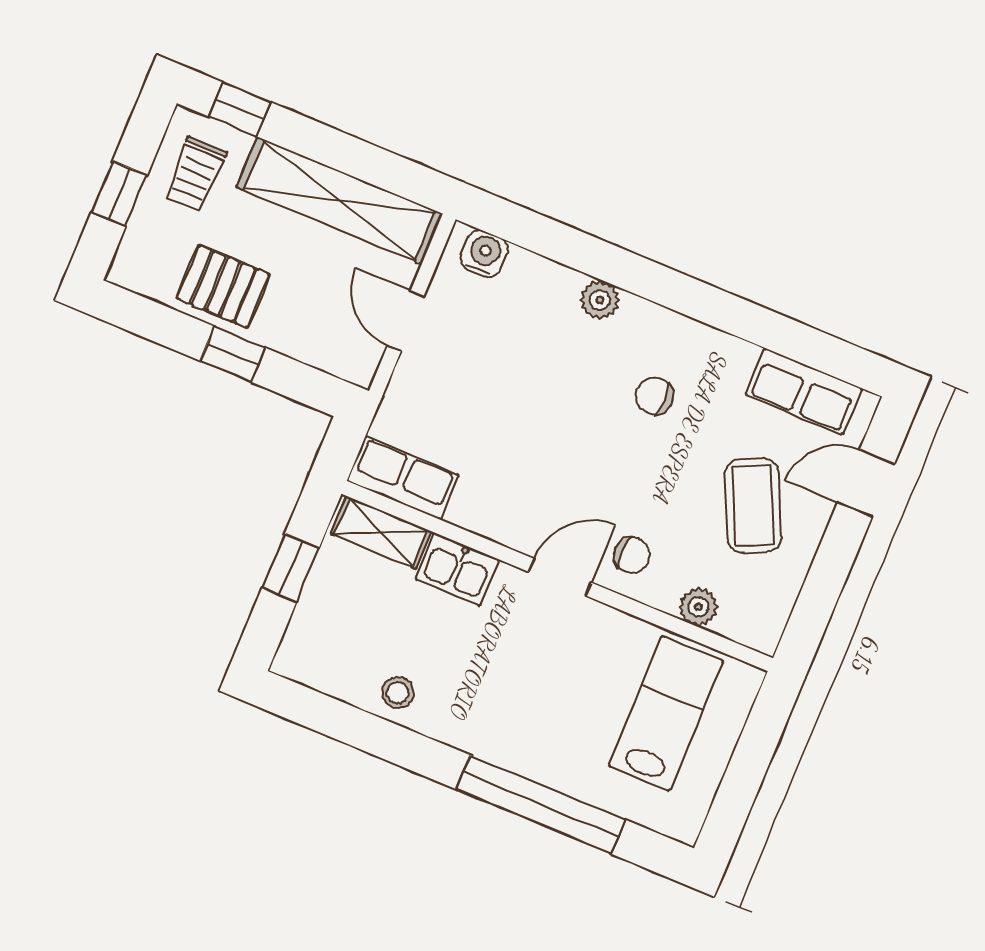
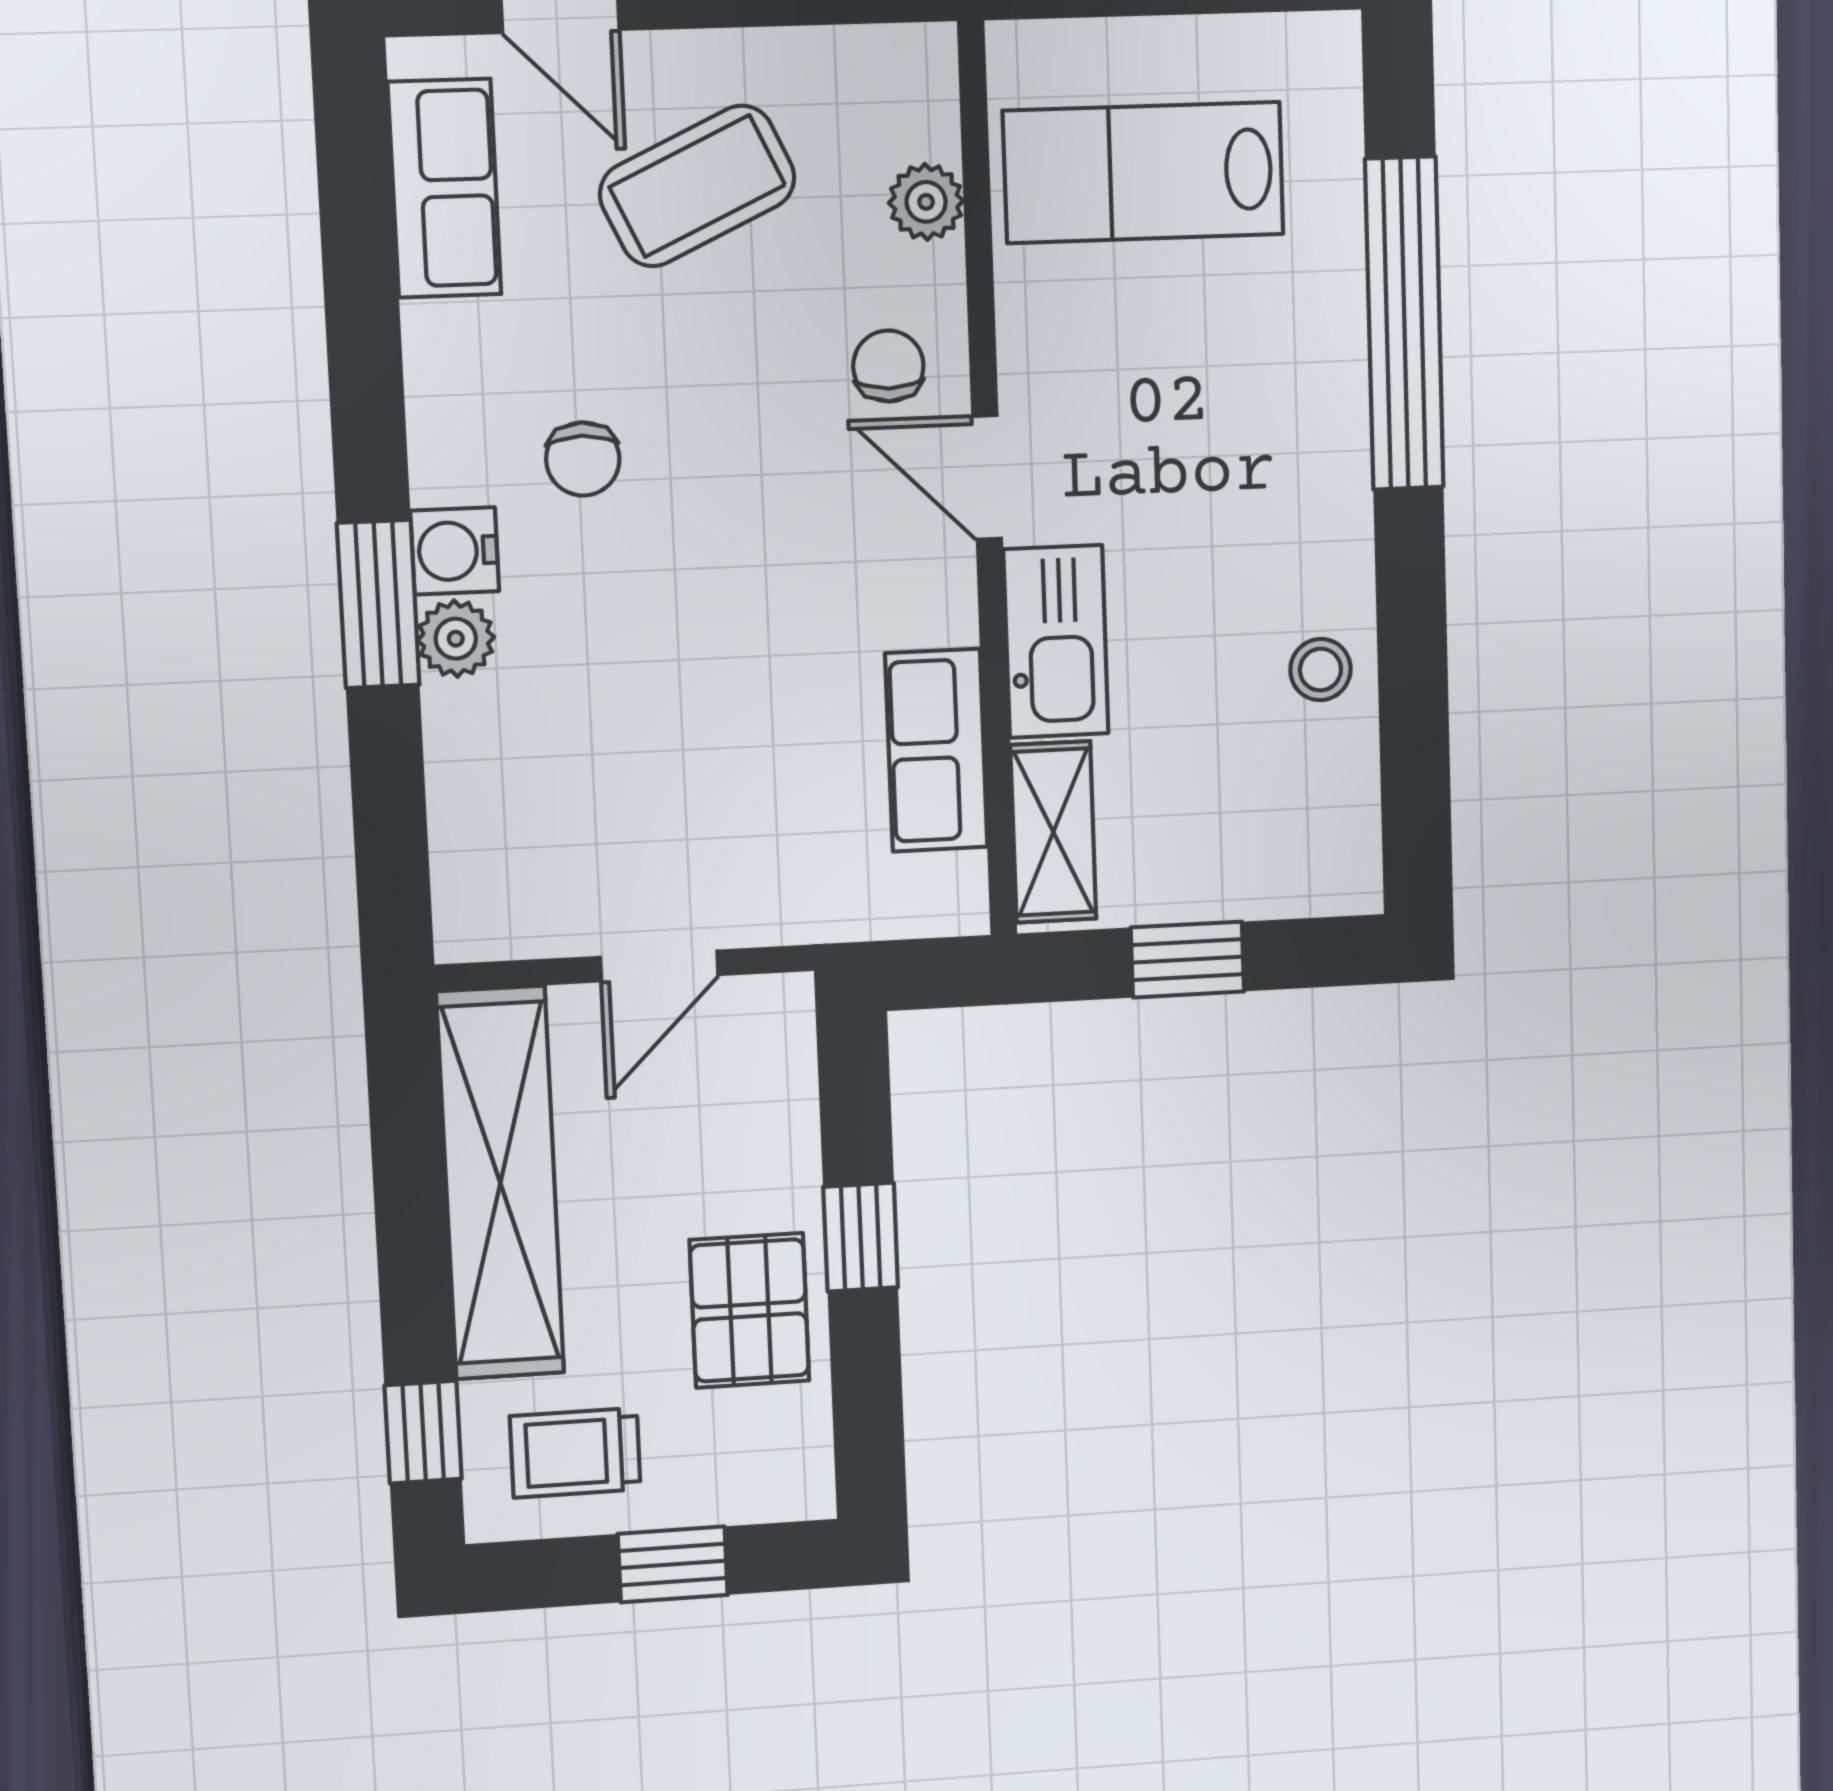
trolley: (195, 174) -> (575, 1453), turned 180
water cooler: (484, 254) -> (455, 551), moved
window: (632, 273) -> (378, 604), added
row of seats: (403, 478) -> (936, 750), moved
kitchen sink: (457, 569) -> (1056, 641), width x1.38

